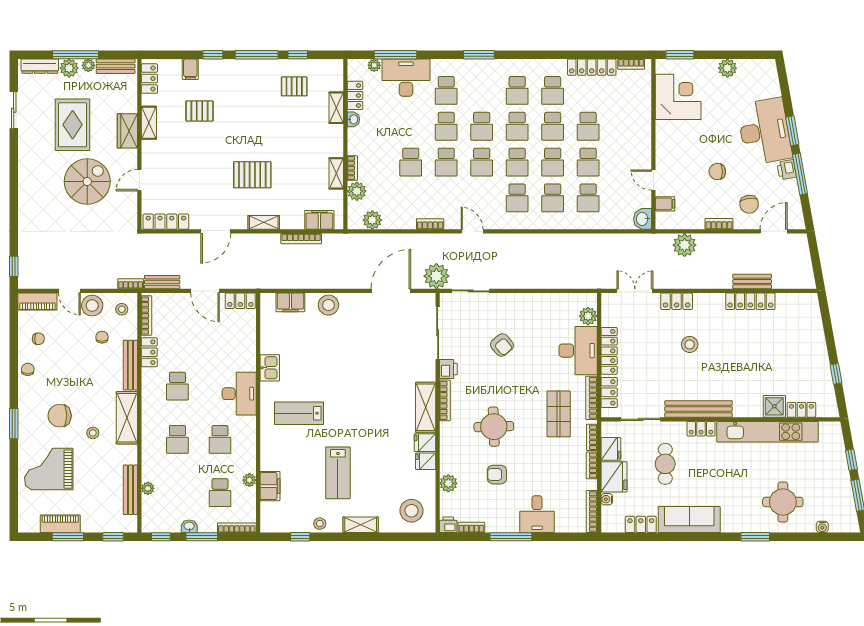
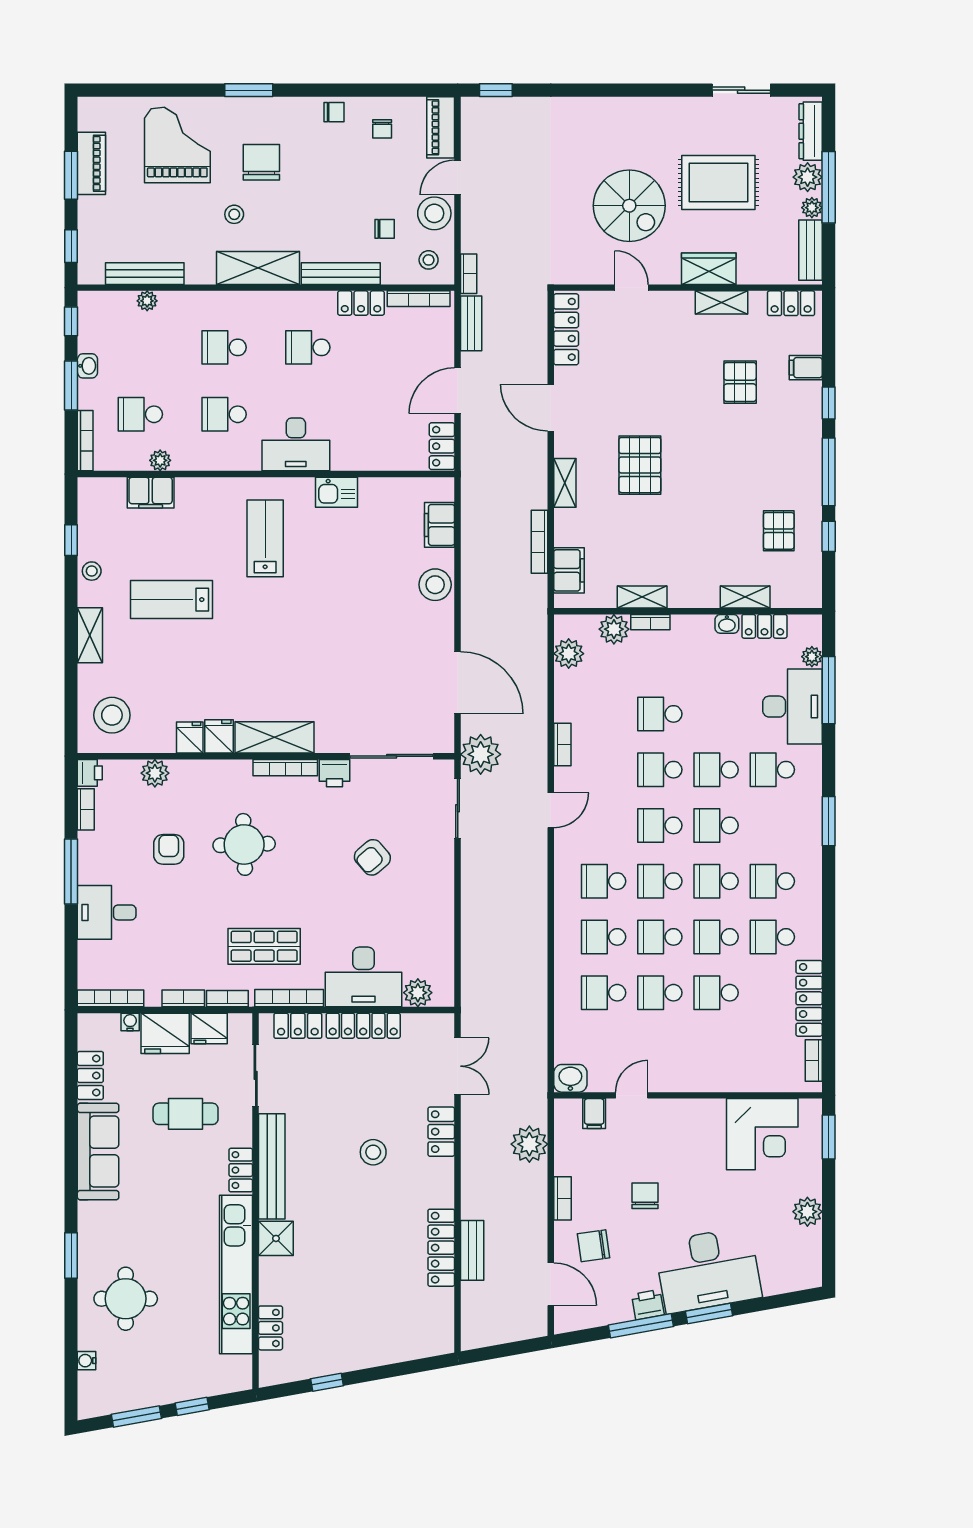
shower: (774, 406) -> (276, 1238), moved

